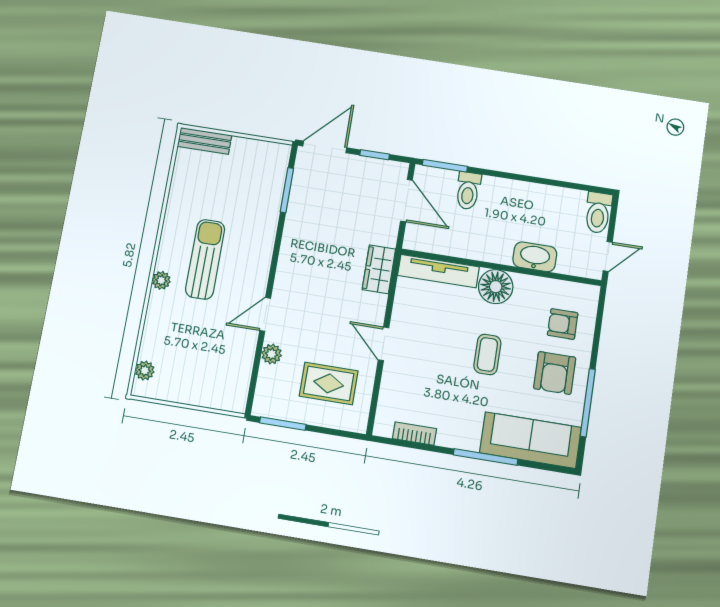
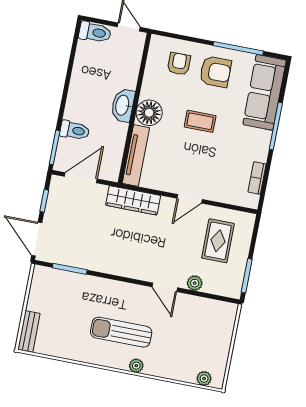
washbasin: (535, 257) -> (123, 105), moved
wardrobe: (379, 269) -> (133, 200), width x1.50
armchair: (563, 324) -> (179, 64), turned 180

